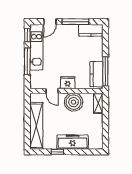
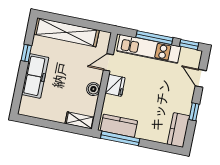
window: (75, 22) -> (194, 112), width x0.46
kitchen unit: (36, 47) -> (149, 49), moved
boiler: (74, 102) -> (93, 89), width x0.54, depth x0.54

